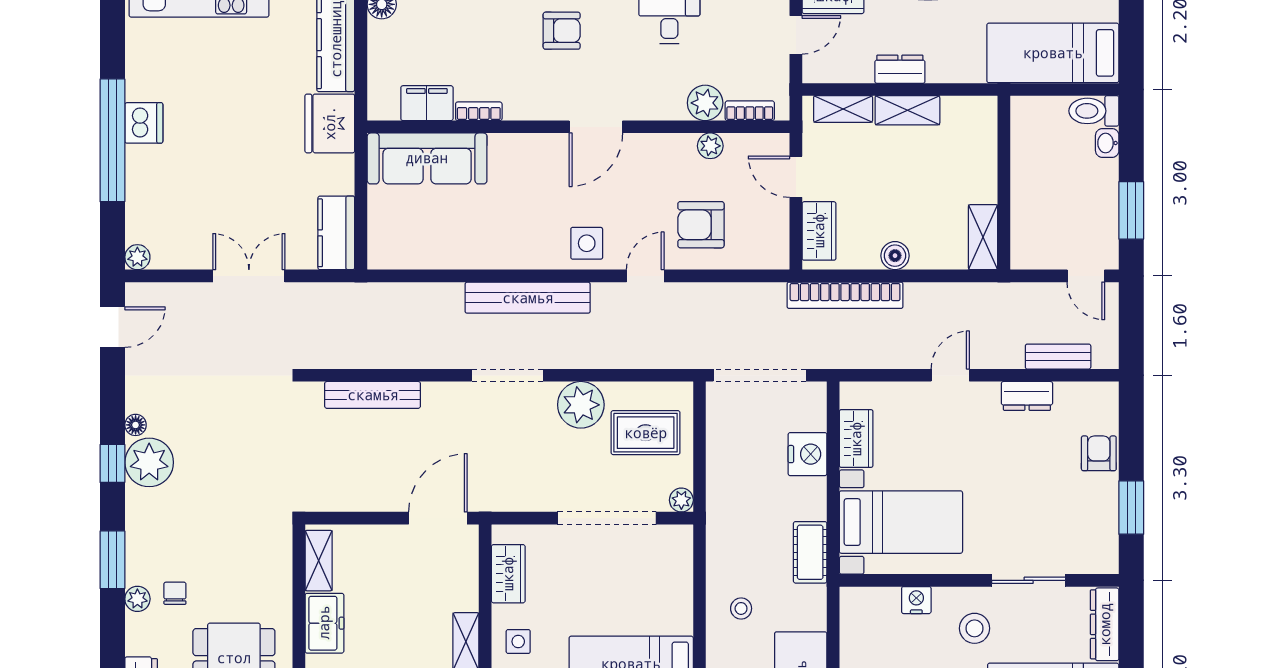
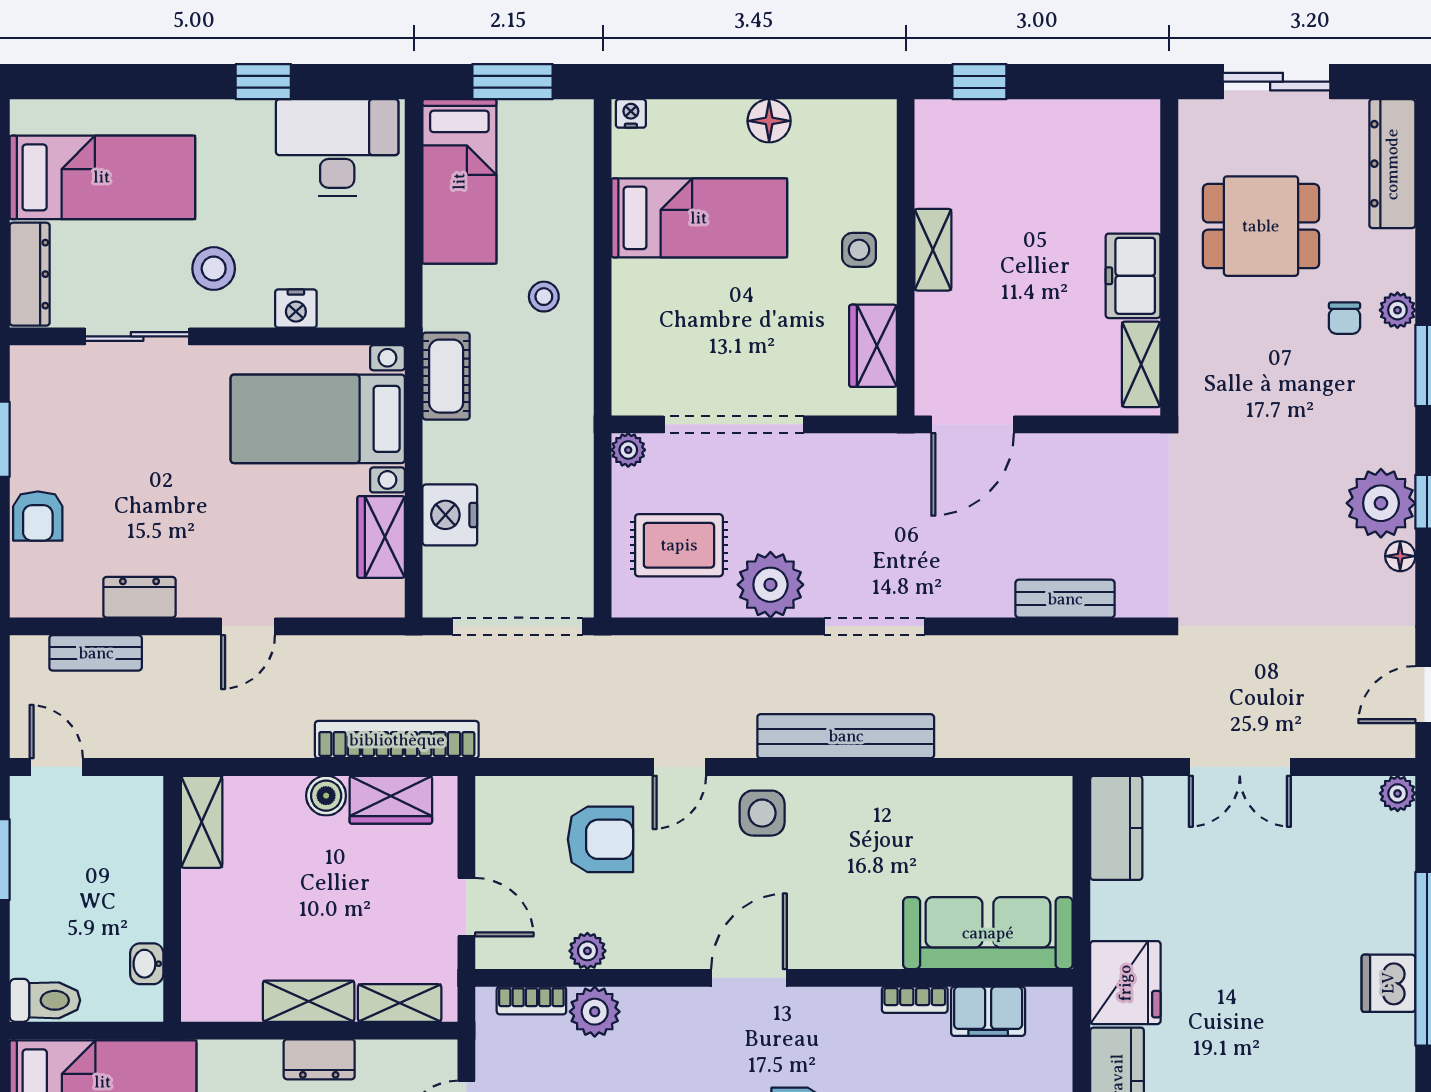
washbasin: (1107, 143) -> (147, 964), moved, turned 180
wardrobe: (819, 231) -> (391, 800), moved, turned -90
bench: (373, 395) -> (1065, 599), width x0.73

